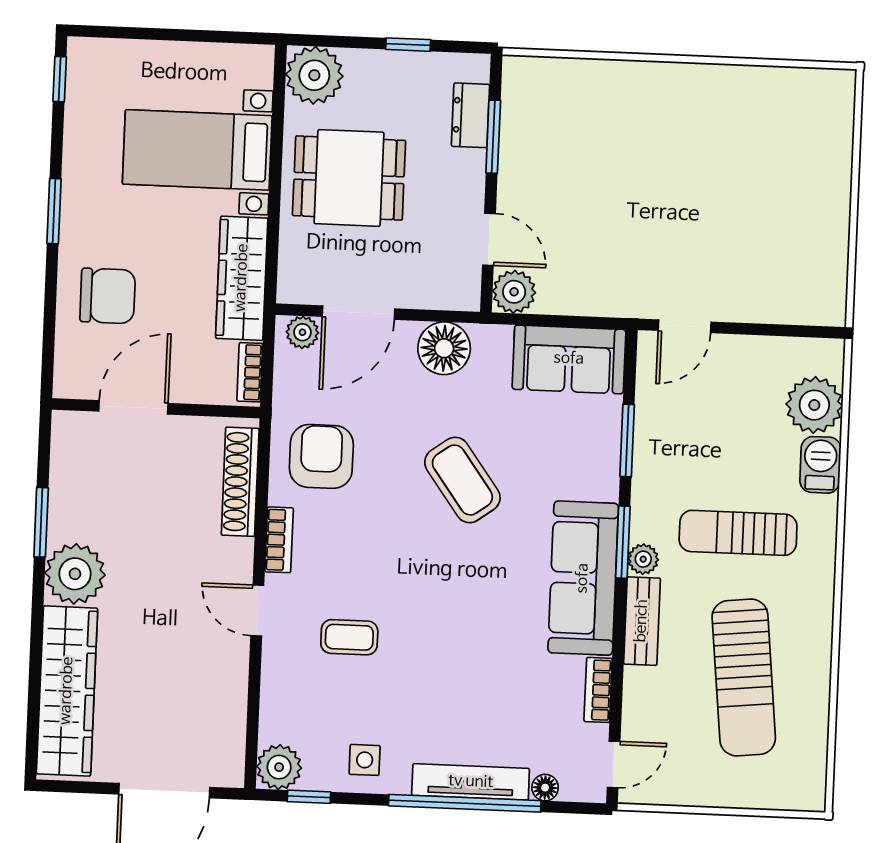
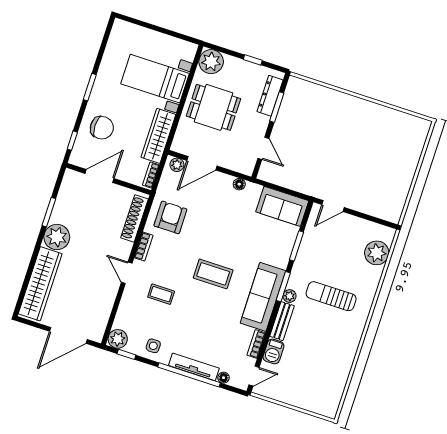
window: (60, 79) -> (72, 141), moved
dresser: (471, 115) -> (270, 96), width x1.44
plant: (514, 292) -> (268, 173), removed
floor lamp: (444, 348) -> (239, 184), width x0.53, depth x0.53
barbecue: (820, 465) -> (273, 351), moved, turned 180
coffee table: (462, 480) -> (213, 274), moved, turned -54
sun lounger: (744, 677) -> (317, 356), removed

